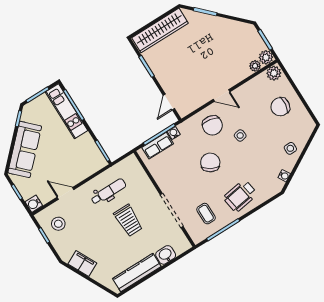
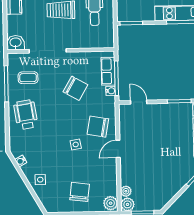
chair: (210, 162) -> (75, 88), moved
washbasin: (166, 255) -> (16, 43), moved, turned -90

